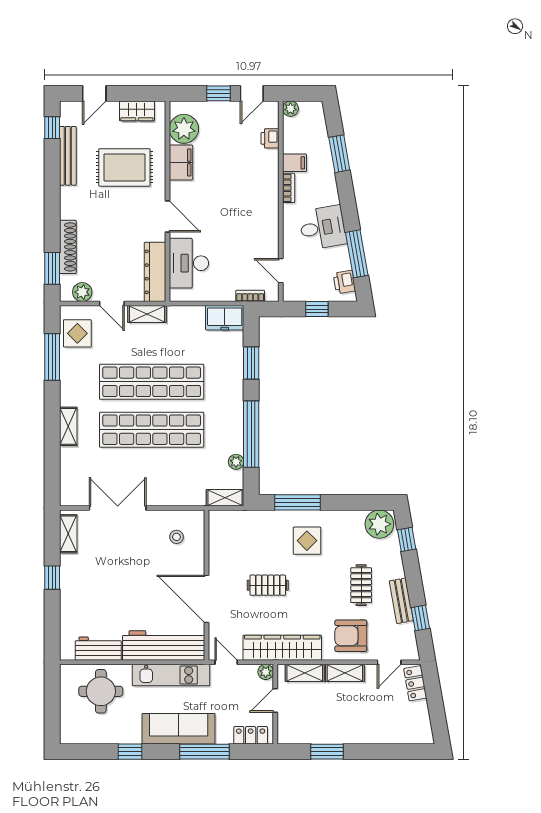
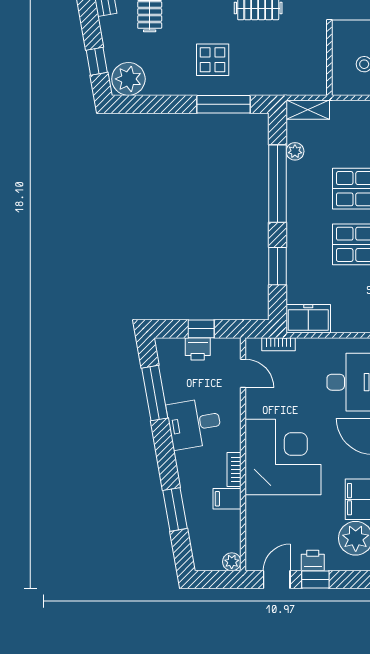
printer: (270, 138) -> (313, 560), moved, turned -90
corner desk: (246, 199) -> (283, 457), added
printer: (344, 282) -> (198, 349), moved, turned 100

